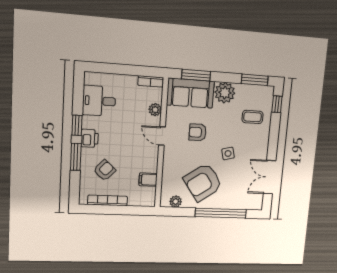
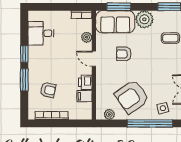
printer: (90, 138) -> (85, 82), moved, turned 180
side table: (228, 153) -> (163, 108), moved
armchair: (105, 170) -> (48, 90), turned 59

